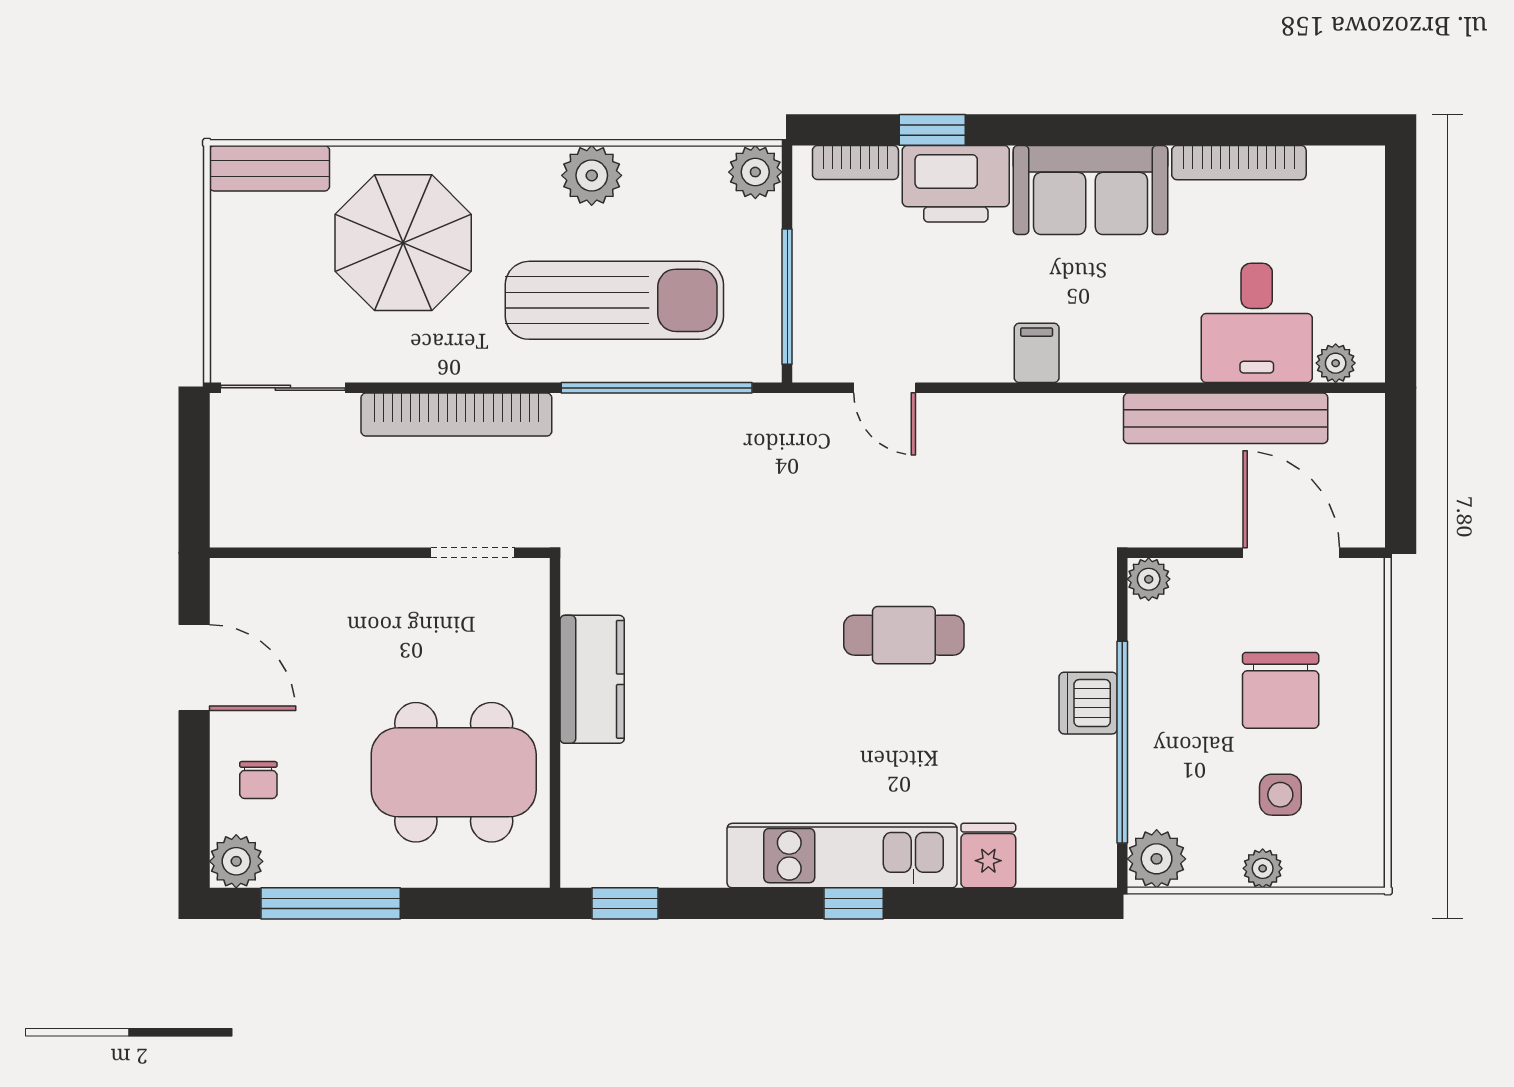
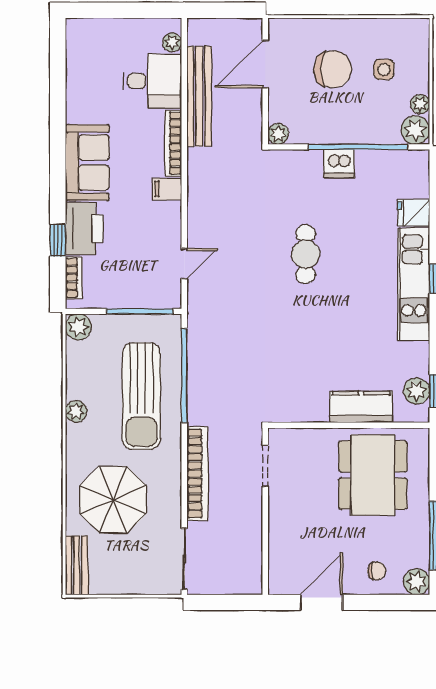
bookcase: (1239, 163) -> (173, 143), moved, turned 180
plant: (592, 175) -> (76, 411), width x0.73, depth x0.73
sun lounger: (614, 300) -> (141, 396), turned 180
kitchen counter: (592, 679) -> (361, 407), moved
plant: (625, 861) -> (417, 391), added
plant: (1263, 868) -> (420, 104), moved

